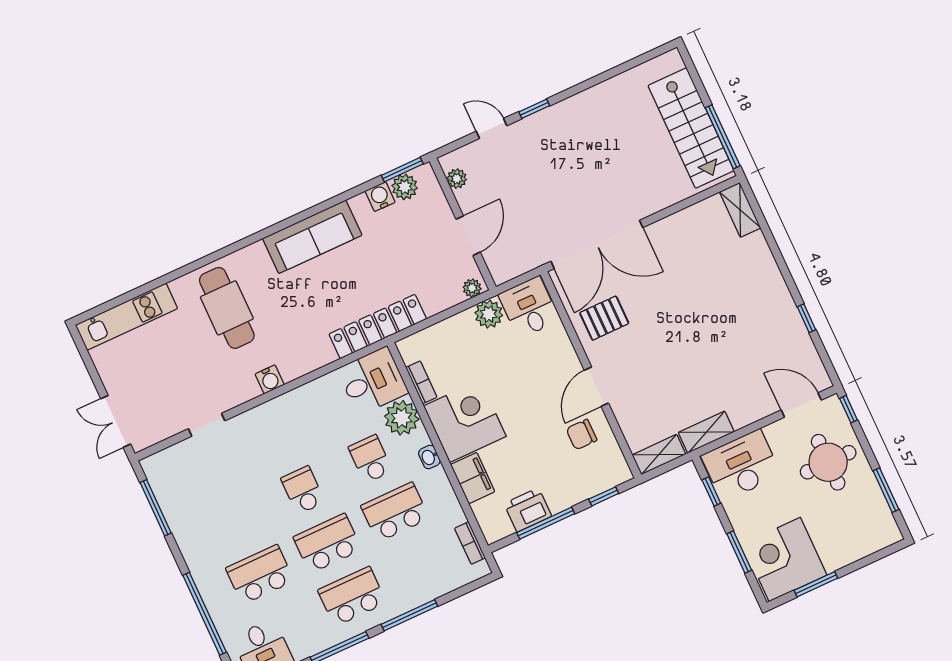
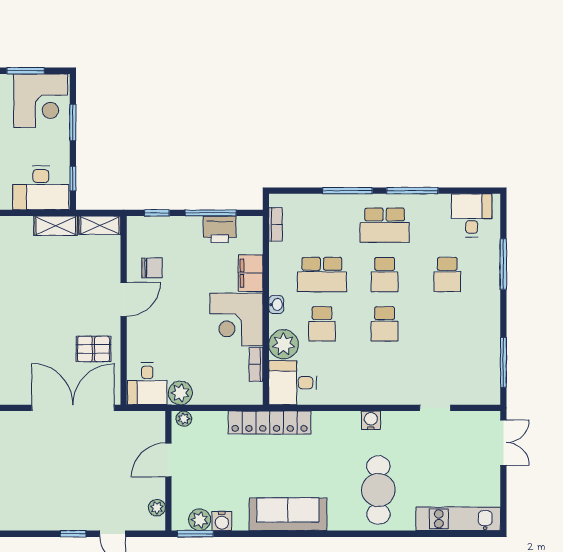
school desk: (327, 543) -> (385, 275), width x0.54
school desk: (260, 575) -> (447, 275), width x0.54
window: (205, 614) -> (503, 264), width x0.68

